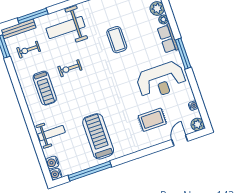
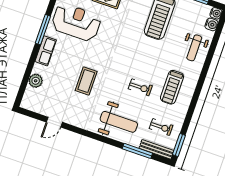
plant: (163, 19) -> (37, 68), removed
treadmill: (45, 88) -> (172, 87), turned 180
weight bench: (51, 133) -> (194, 48), turned -90

